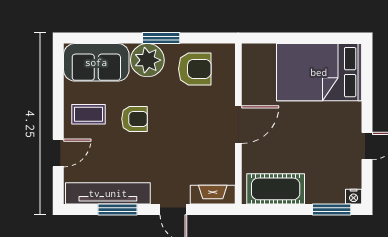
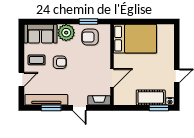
window: (161, 38) -> (88, 22), moved
armchair: (195, 69) -> (90, 37), turned 180
bed: (319, 72) -> (135, 39), moved, turned 180
door: (238, 125) -> (112, 78), moved
cot: (276, 189) -> (151, 97), moved

